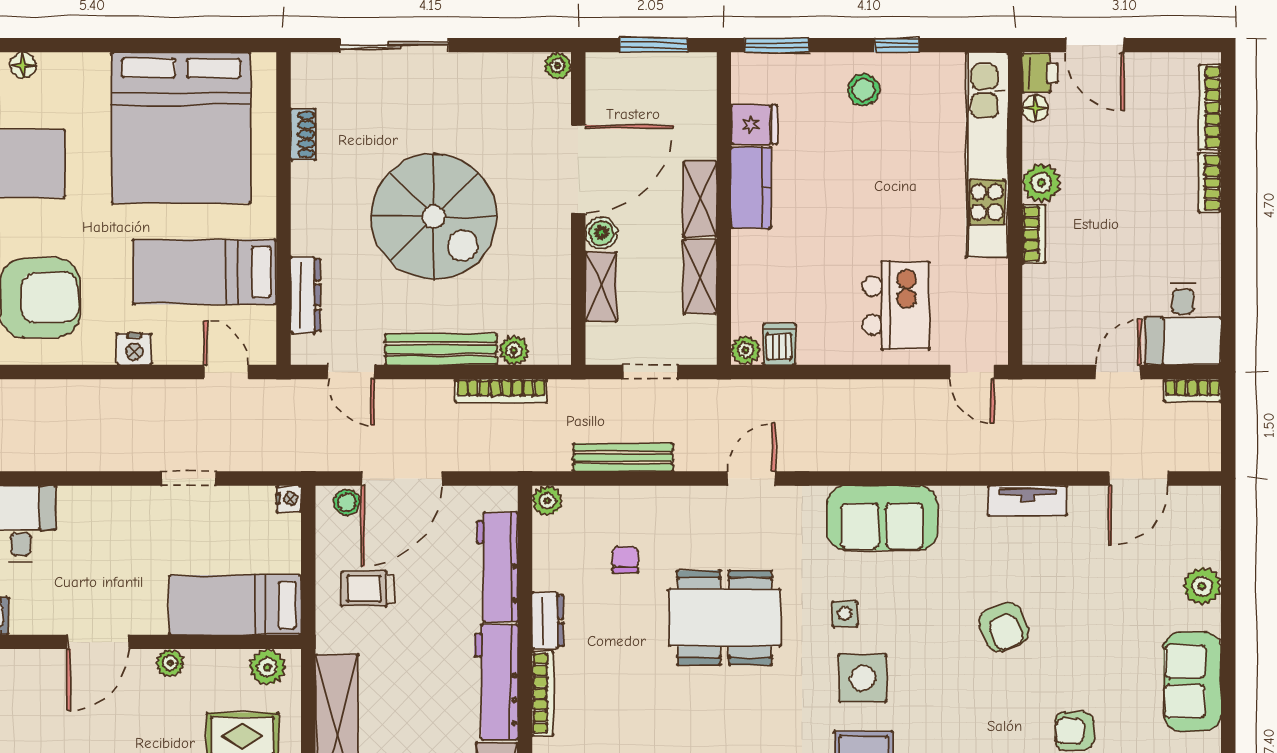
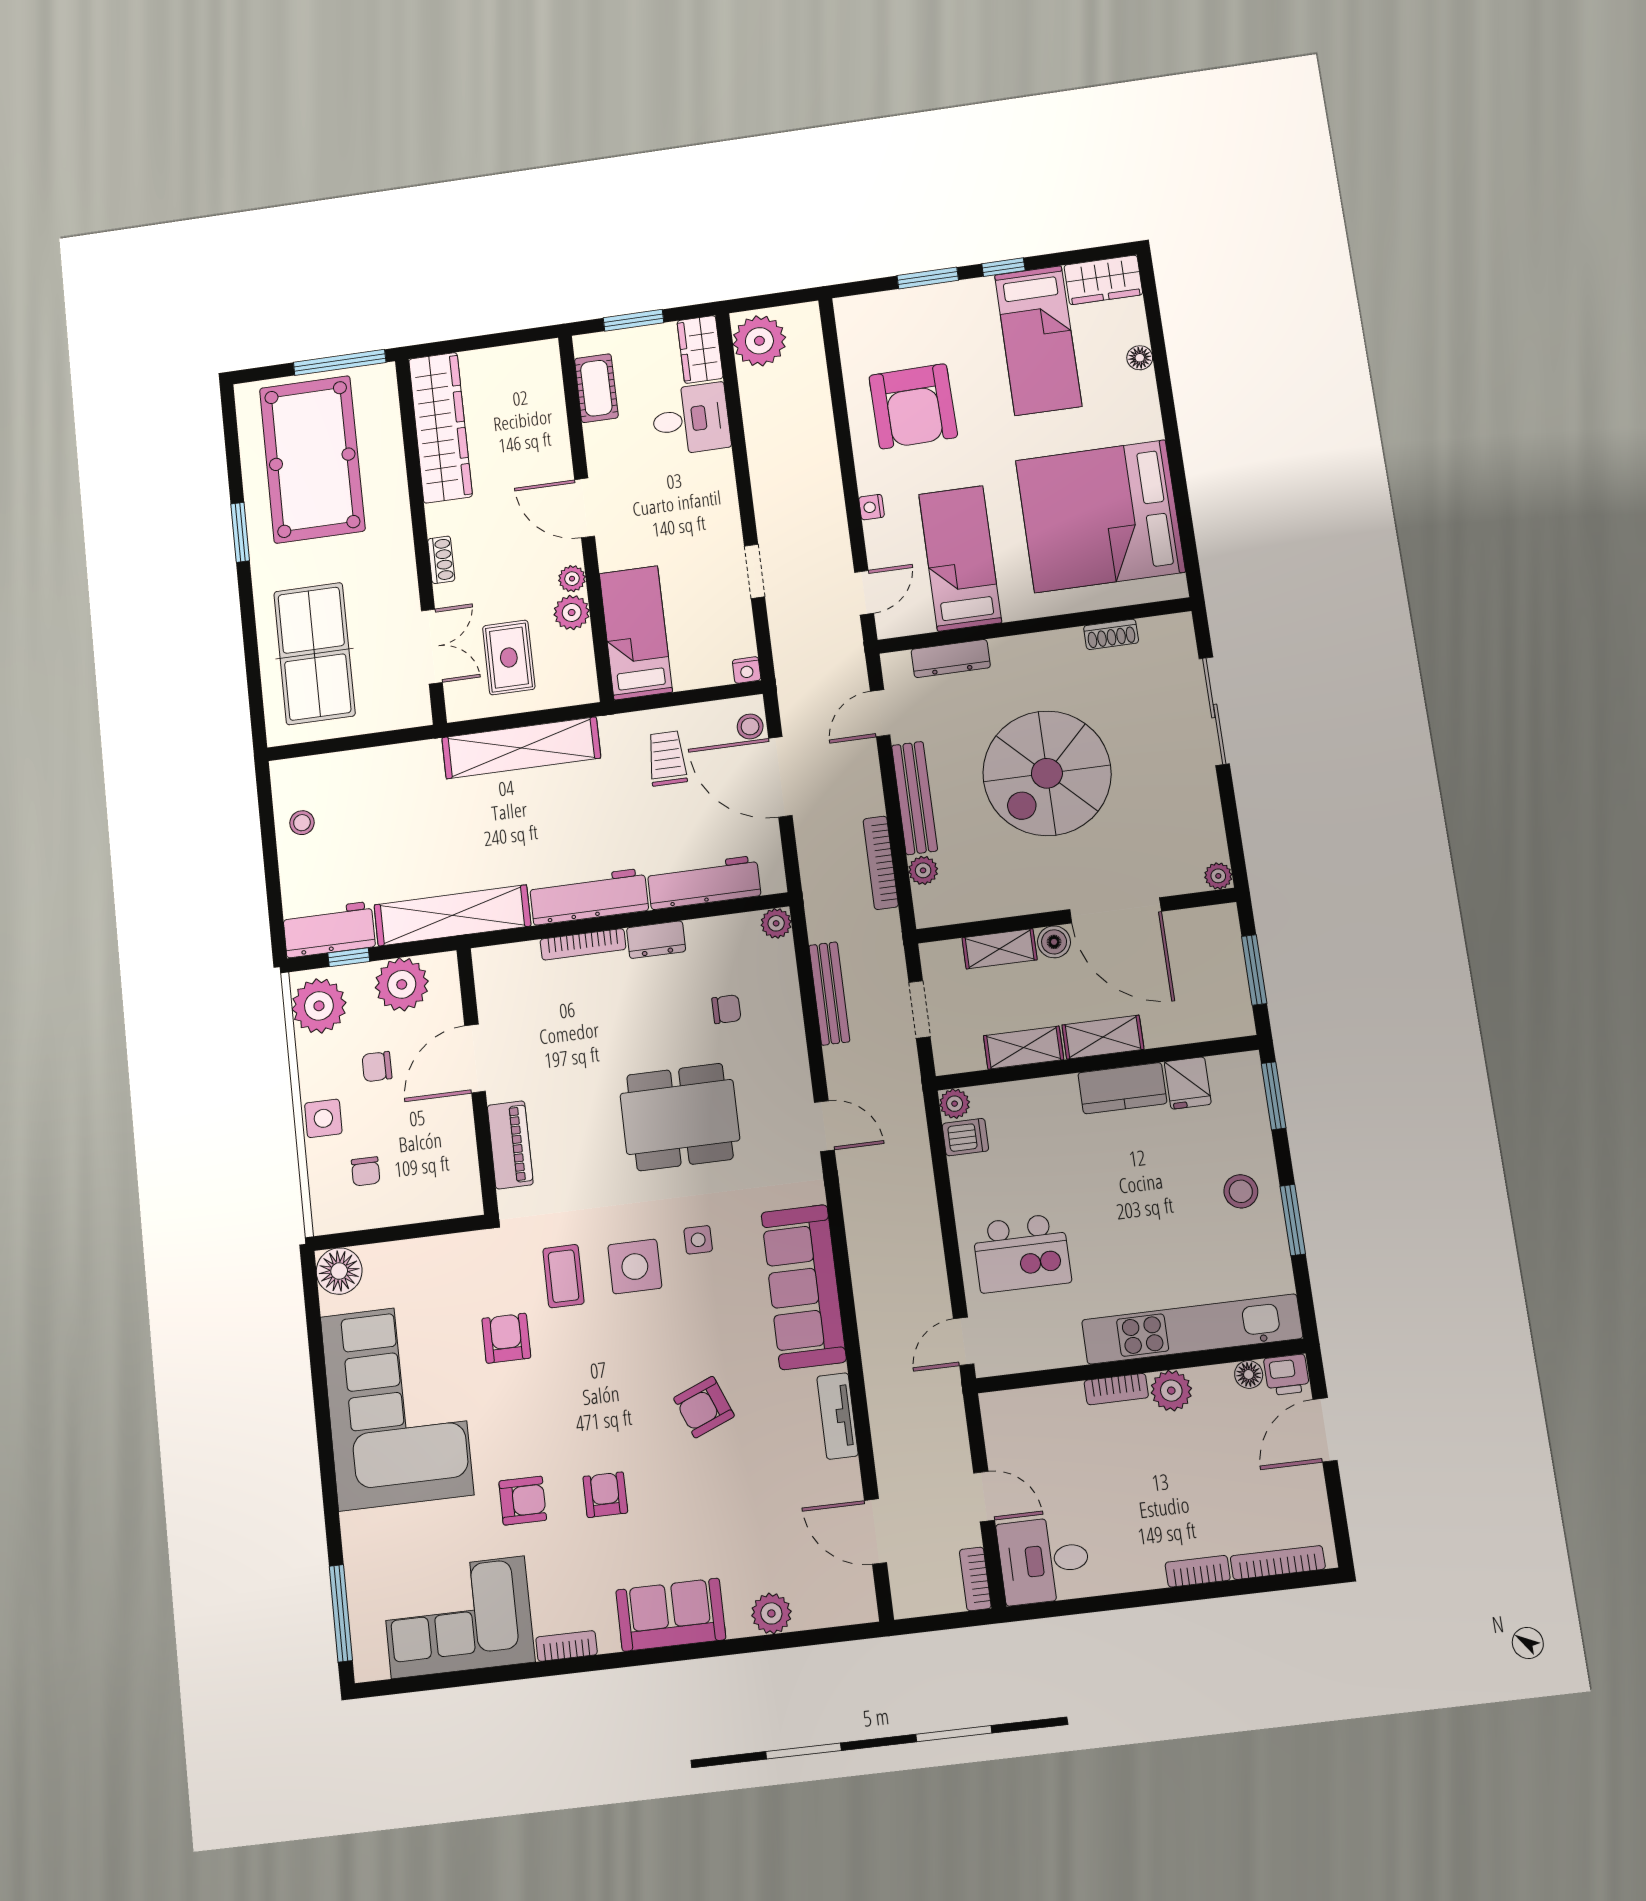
window: (897, 45) -> (1293, 1220), width x1.50
nightstand: (134, 349) -> (872, 507), width x0.72, depth x0.74
sofa: (882, 518) -> (804, 1287), width x1.36
dining table: (725, 618) -> (680, 1117), turned 90
plant: (267, 667) -> (572, 612), moved

